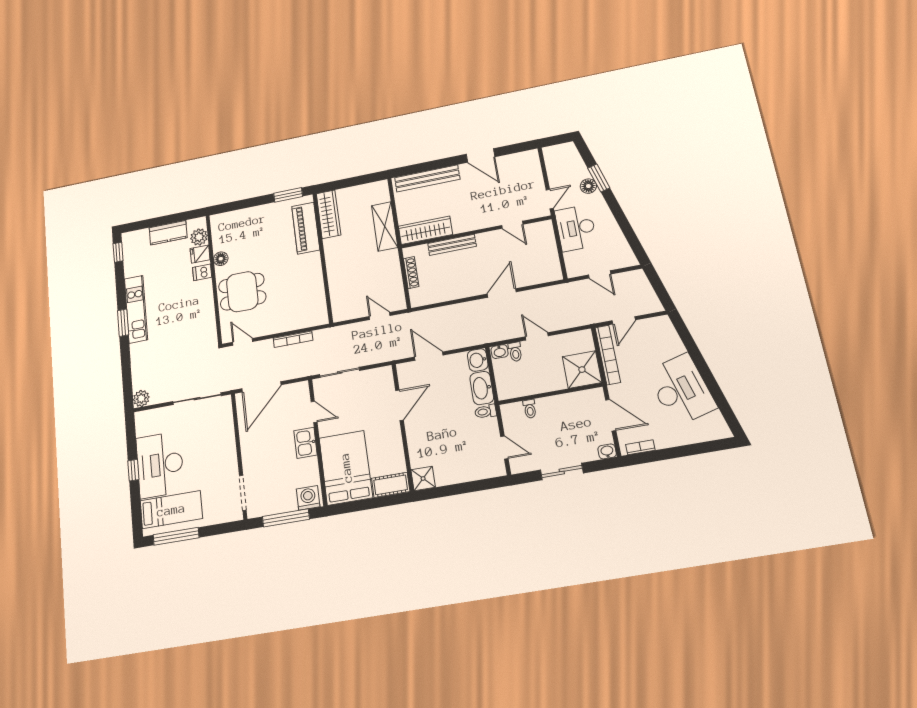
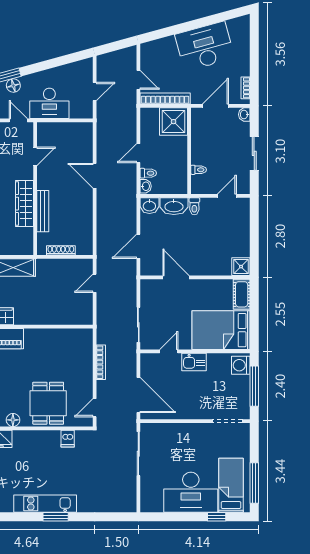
wardrobe: (425, 230) -> (24, 204), moved
dishwasher: (202, 272) -> (68, 439), moved
plant: (141, 398) -> (129, 505), removed
window: (133, 470) -> (217, 517), moved

